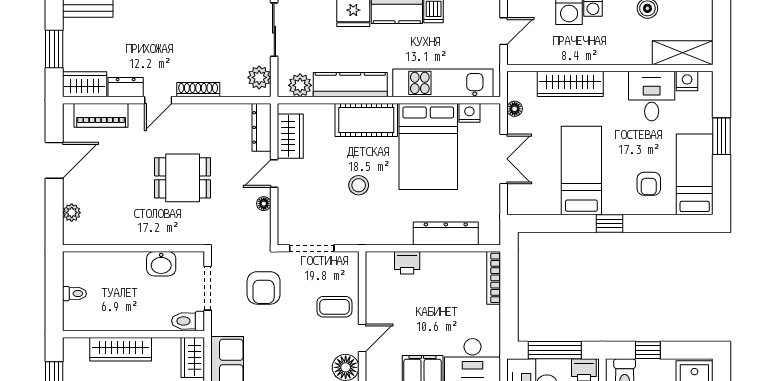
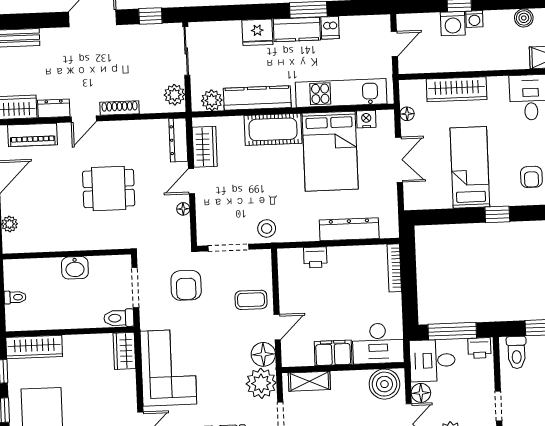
stool: (359, 185) -> (267, 228), moved
washbasin: (161, 264) -> (75, 268), moved
wardrobe: (121, 349) -> (34, 347), moved

